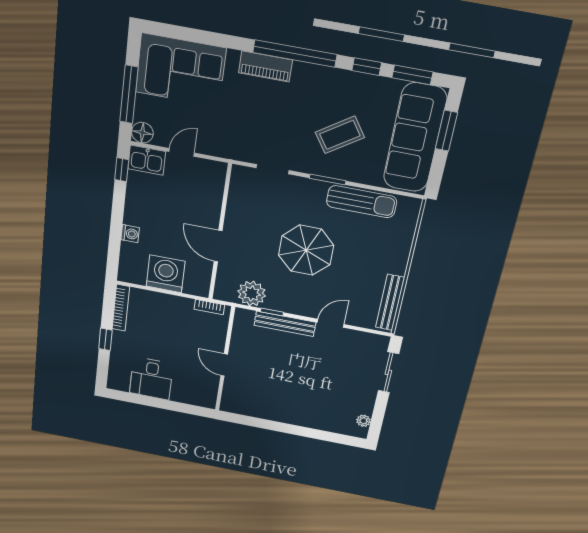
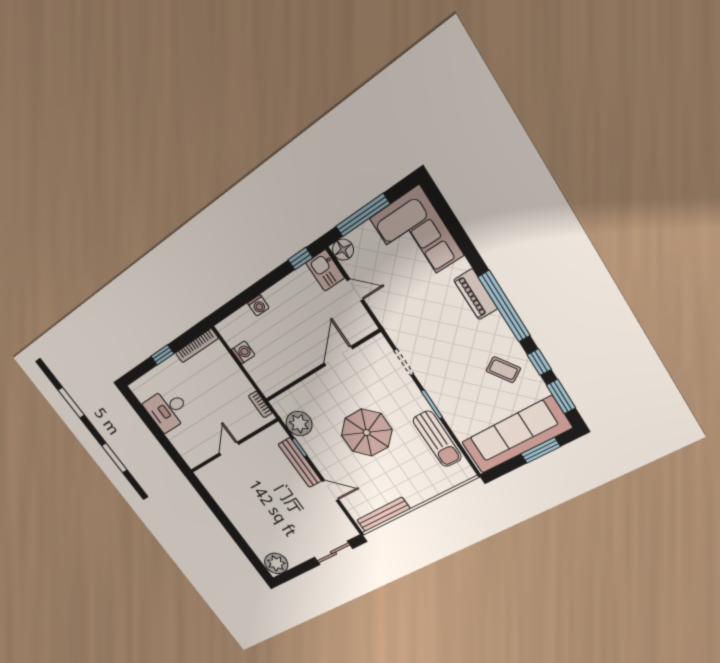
coffee table: (340, 135) -> (503, 370), moved, width x0.73, depth x0.77
door: (218, 246) -> (338, 356), moved
washing machine: (166, 274) -> (243, 352), width x0.53, depth x0.53
plant: (363, 421) -> (276, 563), width x1.88, depth x1.88

